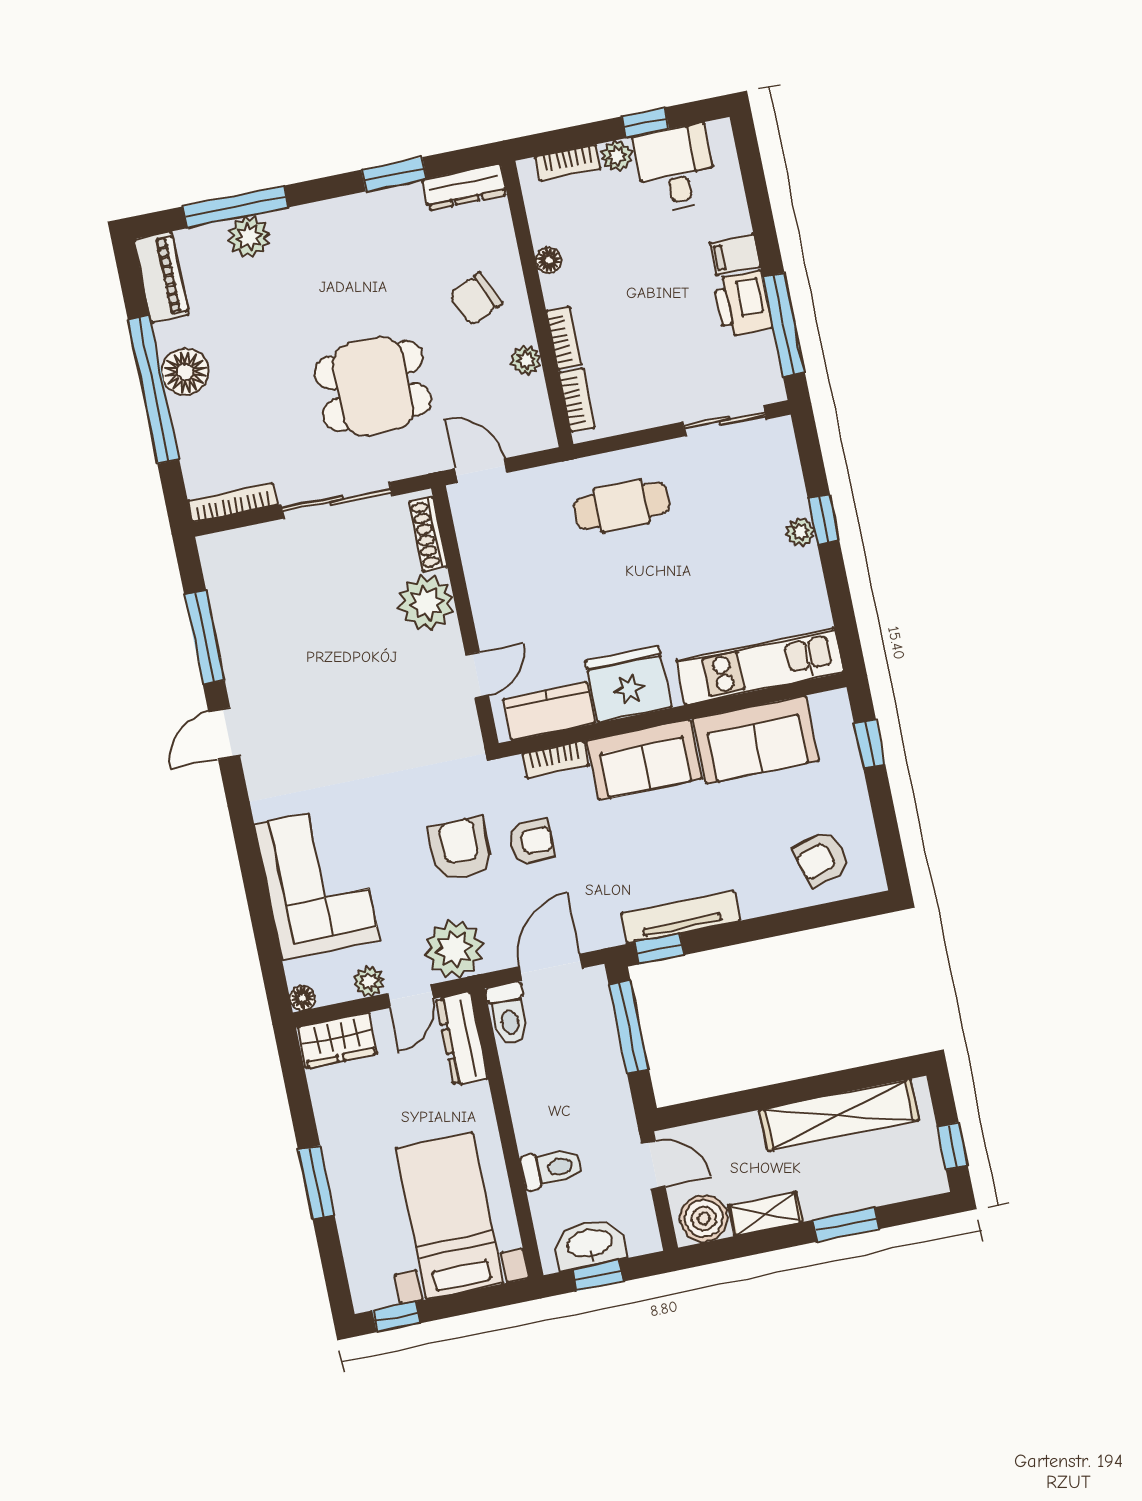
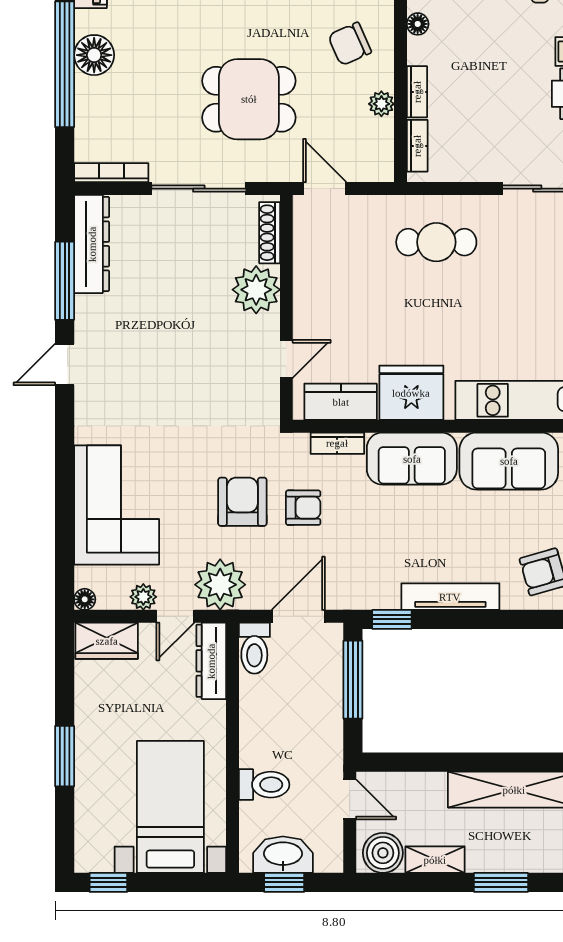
dresser: (227, 589) -> (92, 244), added
tv unit: (681, 917) -> (450, 597), moved

